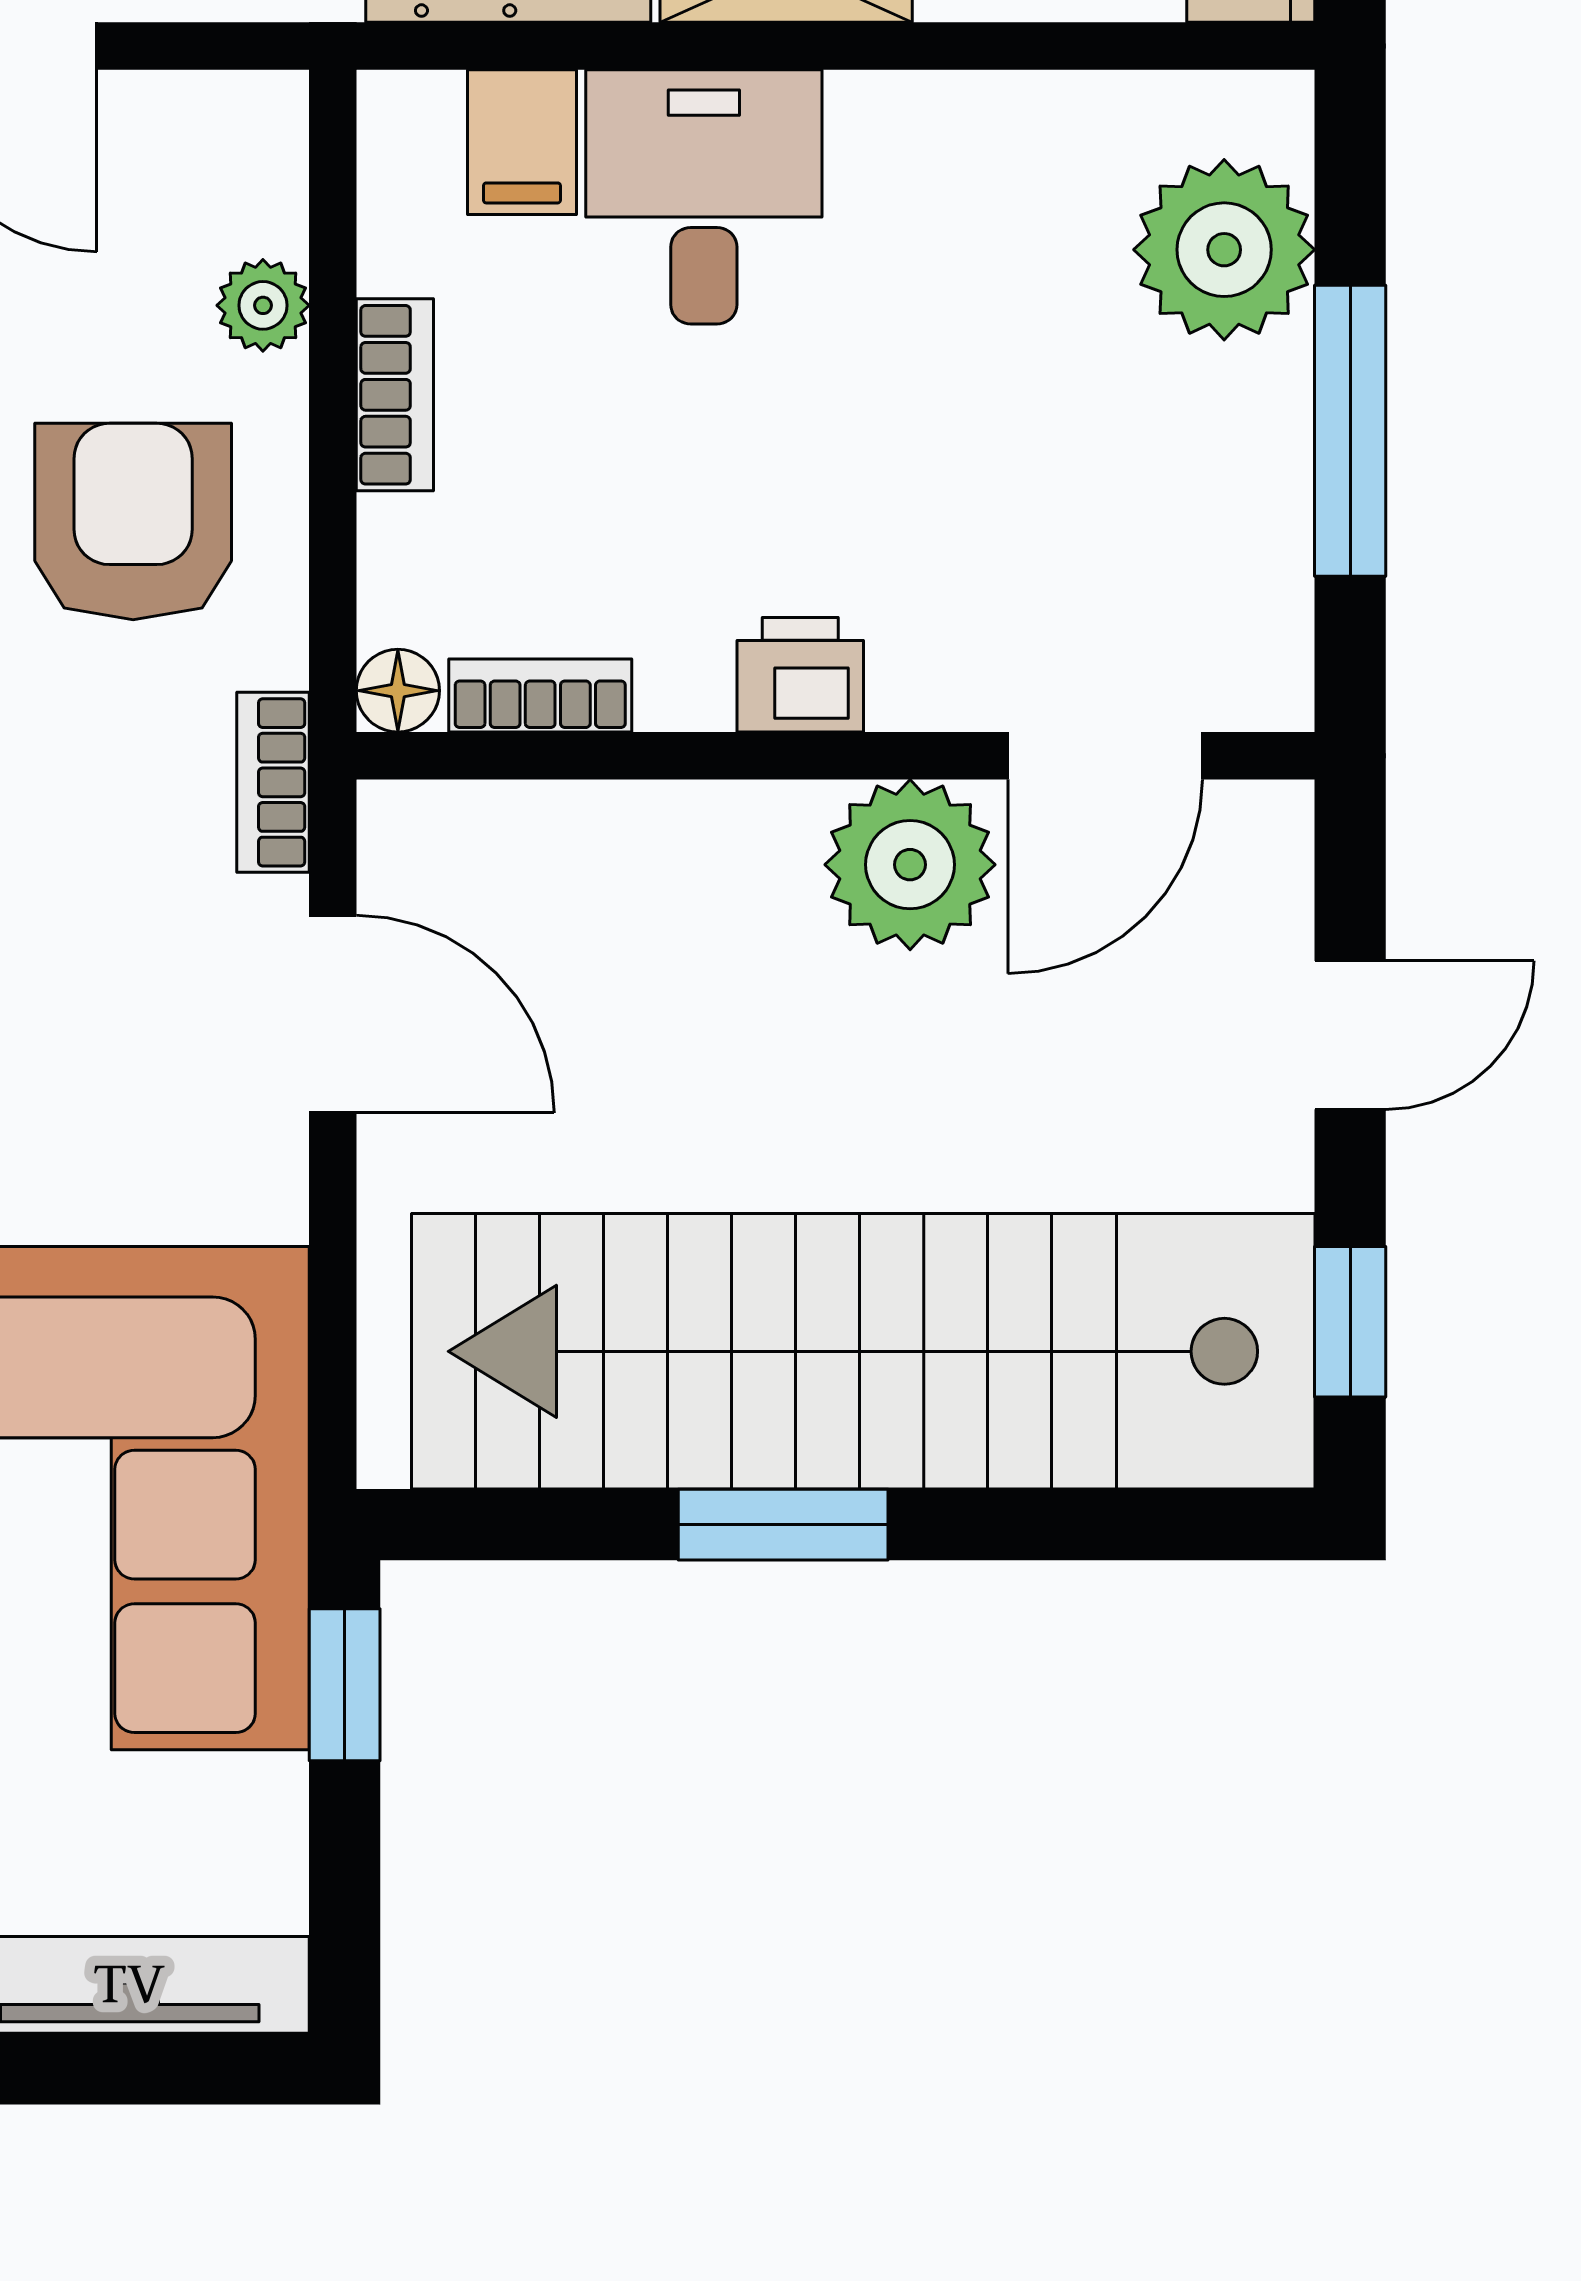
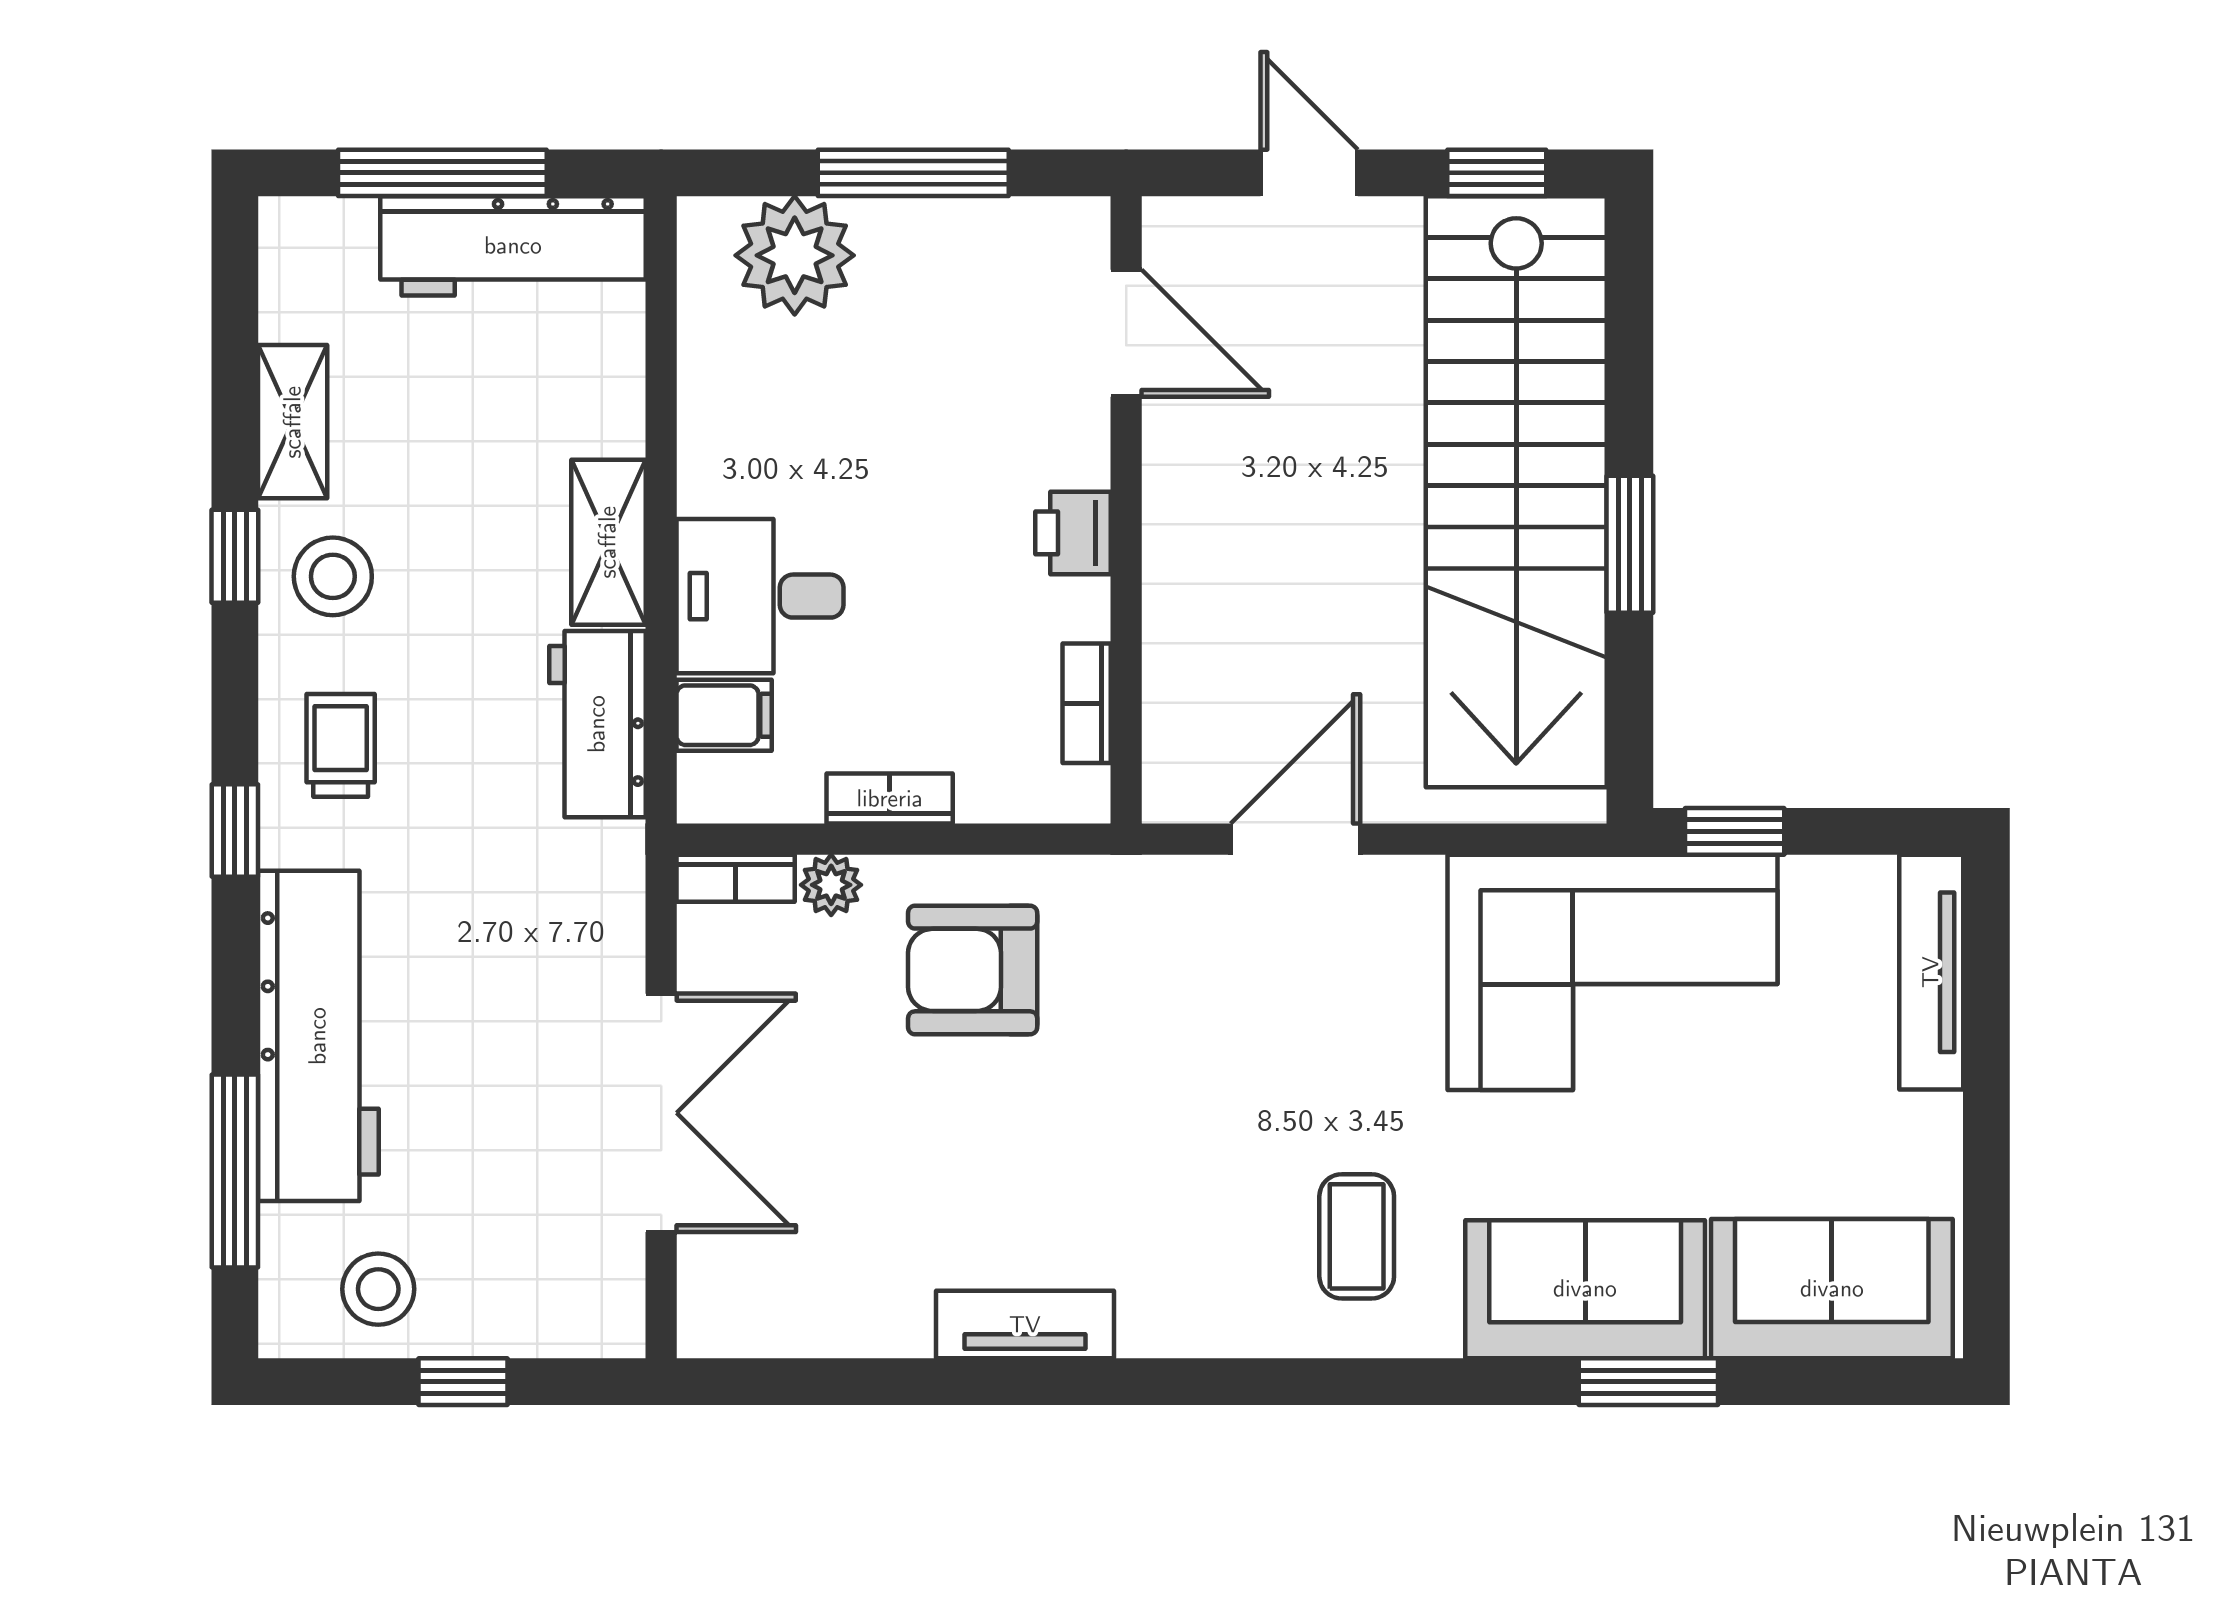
floor lamp: (398, 691) -> (1083, 797), removed
bookcase: (273, 782) -> (736, 878), moved
plant: (910, 865) -> (1197, 461), removed

